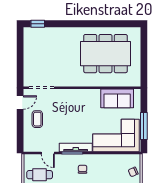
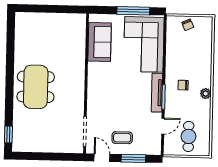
dining table: (105, 54) -> (36, 87), moved, width x0.73, depth x0.80
window: (20, 129) -> (133, 158), added

